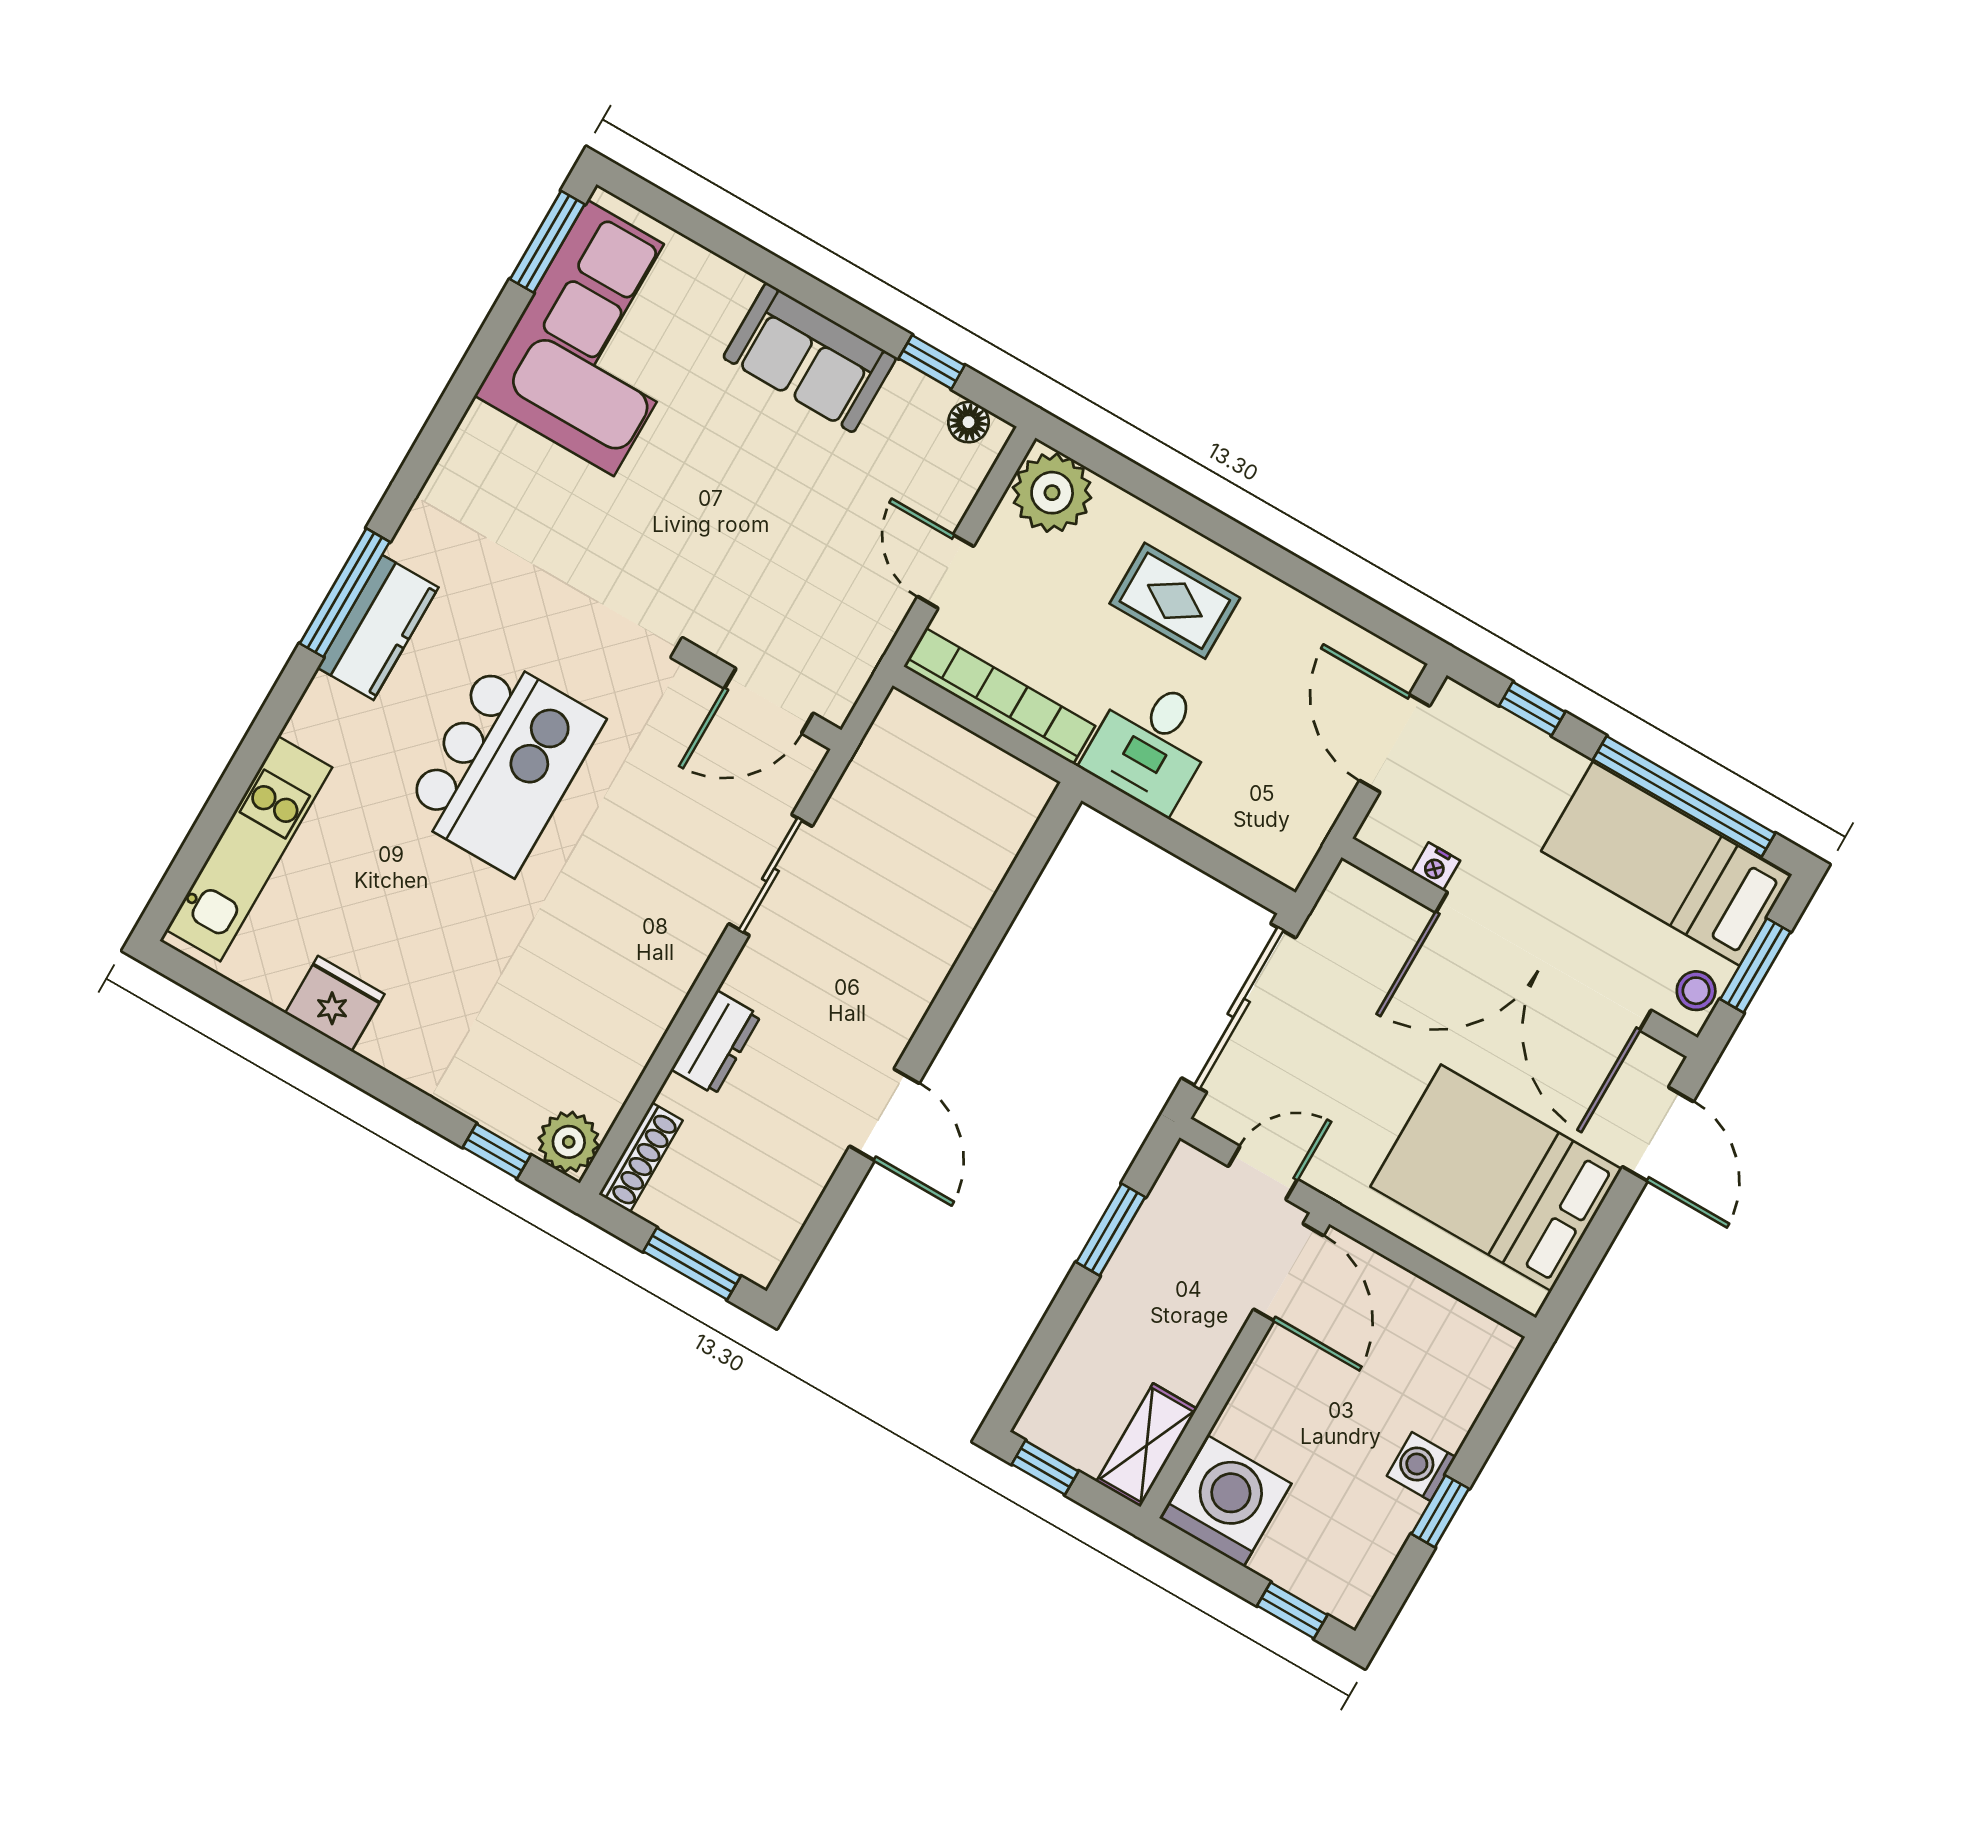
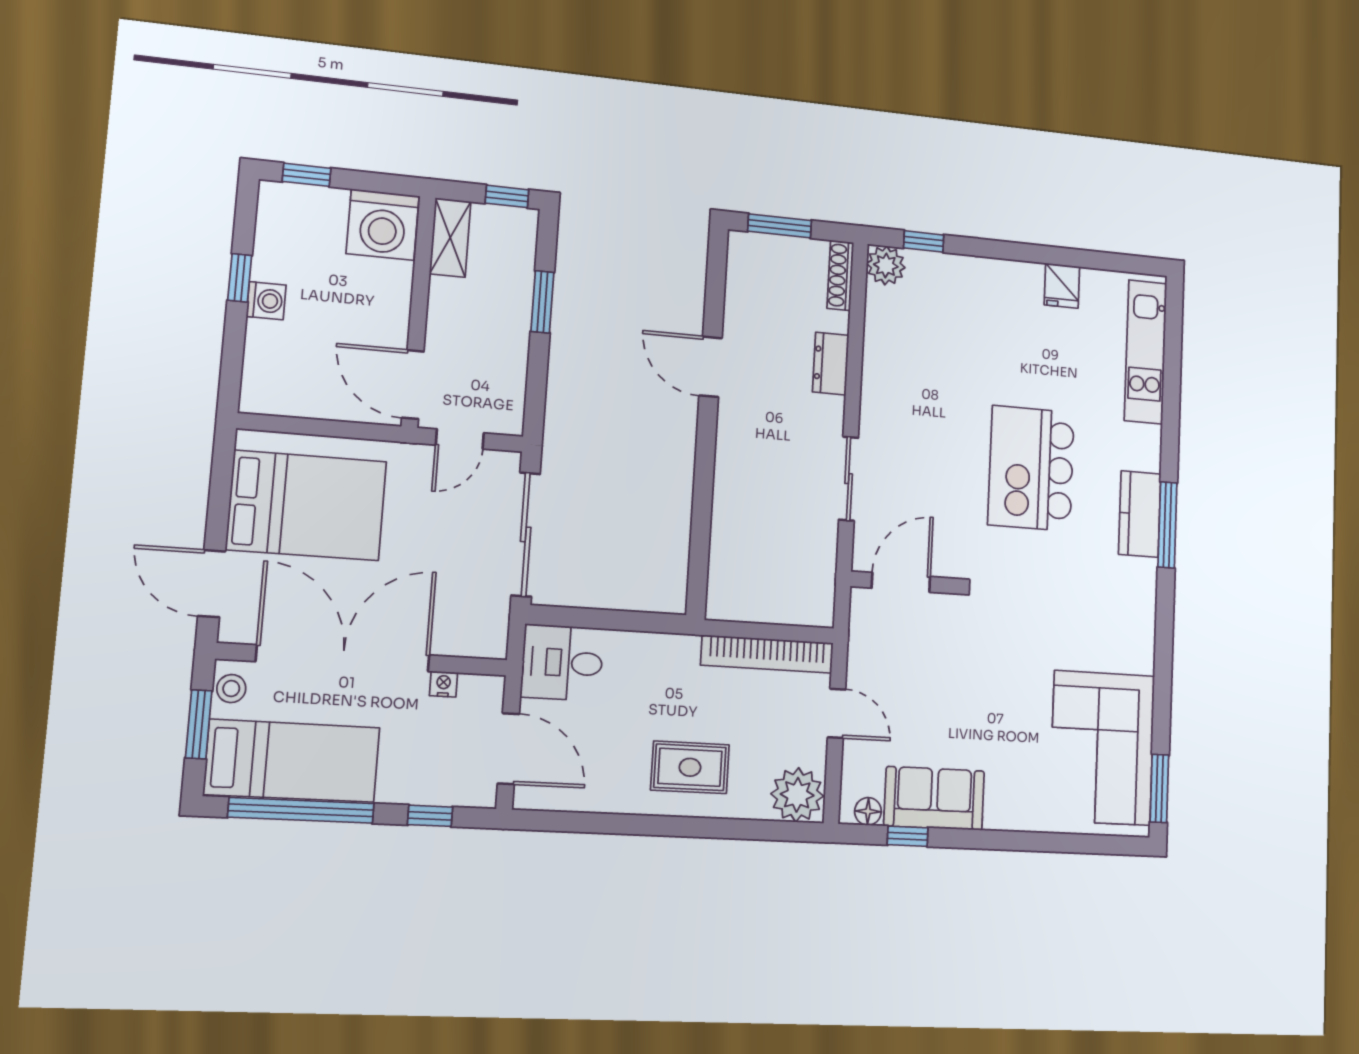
sofa: (810, 358) -> (934, 798), moved
desk: (1151, 744) -> (562, 663), moved, turned -90
fridge: (335, 1004) -> (1062, 286), width x0.72
window: (1111, 1230) -> (542, 302), moved

